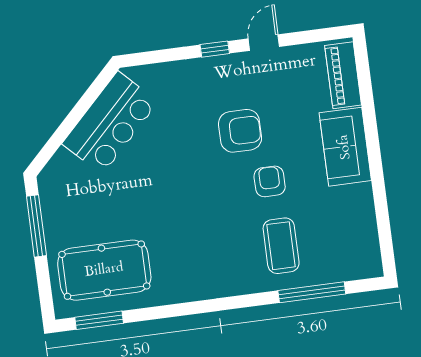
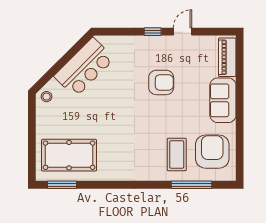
stool: (55, 179) -> (46, 97), added
armchair: (270, 181) -> (212, 152), moved, width x1.88, depth x1.88
window: (36, 226) -> (32, 123), removed

